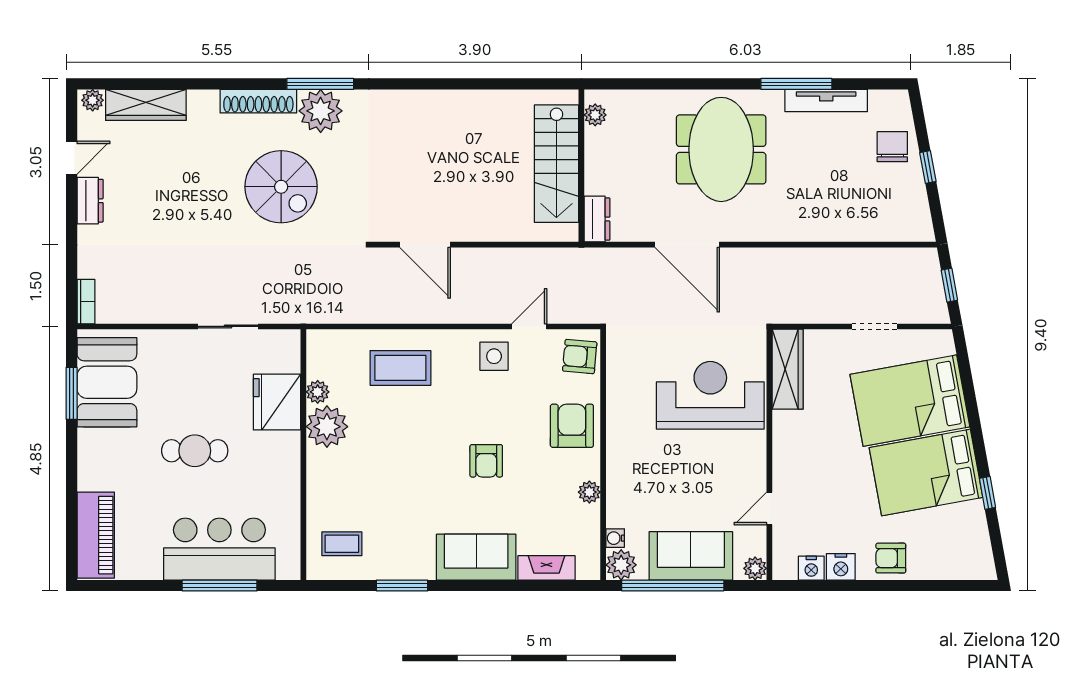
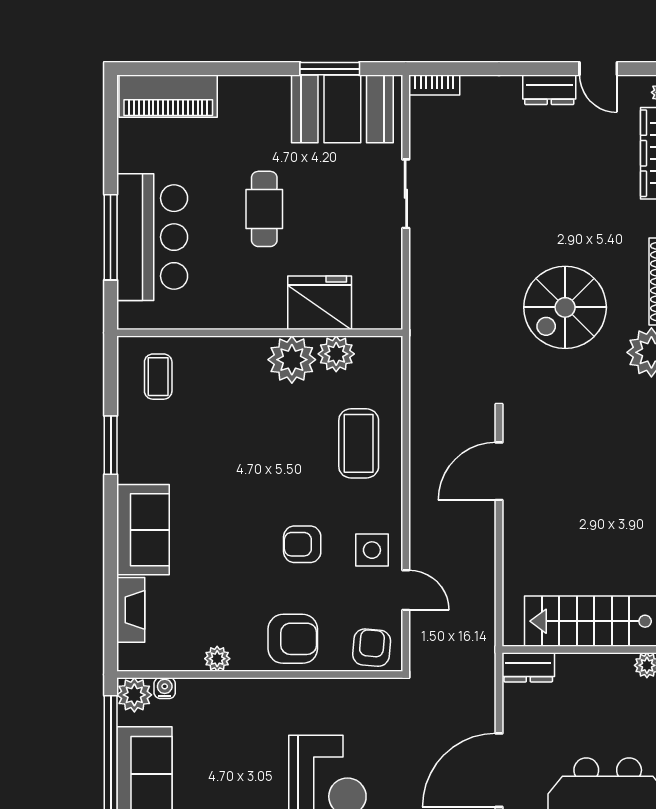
sliding door: (228, 326) -> (406, 194), moved
plant: (318, 392) -> (336, 354), width x1.38, depth x1.38
armchair: (486, 461) -> (302, 544), moved

